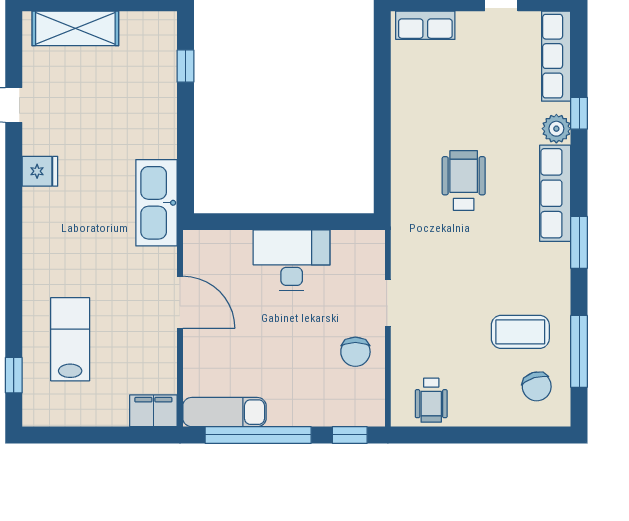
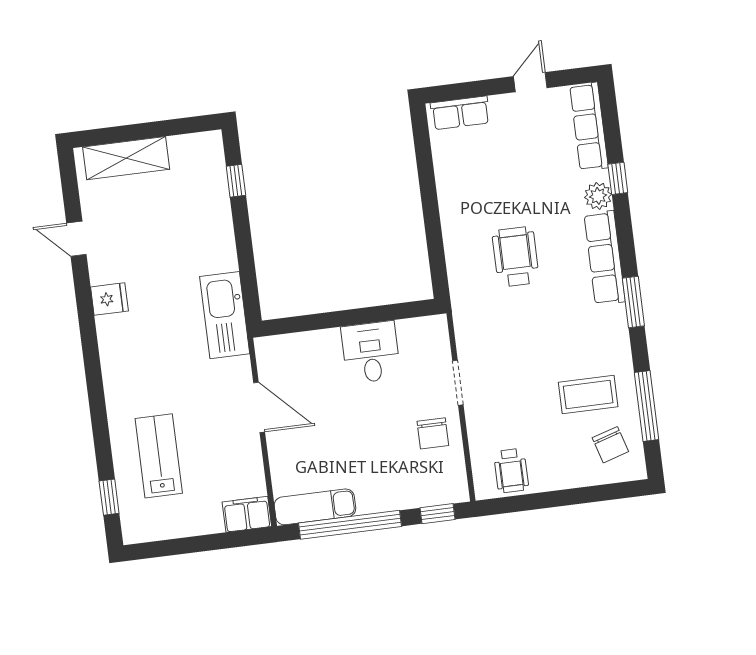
desk: (292, 260) -> (371, 352), width x0.73

